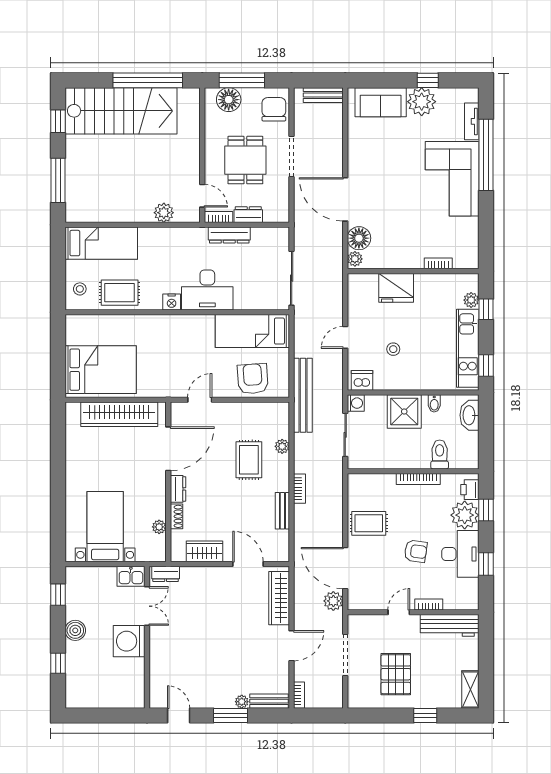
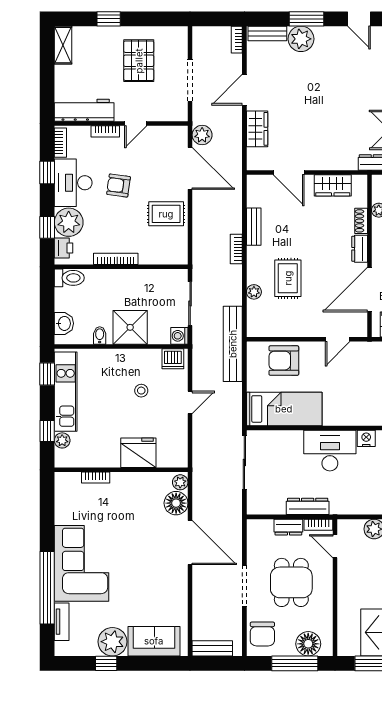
armchair: (253, 379) -> (284, 361), turned 94
washbasin: (469, 415) -> (64, 323), width x0.72
toilet: (440, 454) -> (69, 278), moved, turned -90
bookcase: (473, 593) -> (60, 143), added
wardrobe: (279, 598) -> (257, 129), width x0.67
plant: (242, 702) -> (301, 39), width x1.87, depth x1.87

